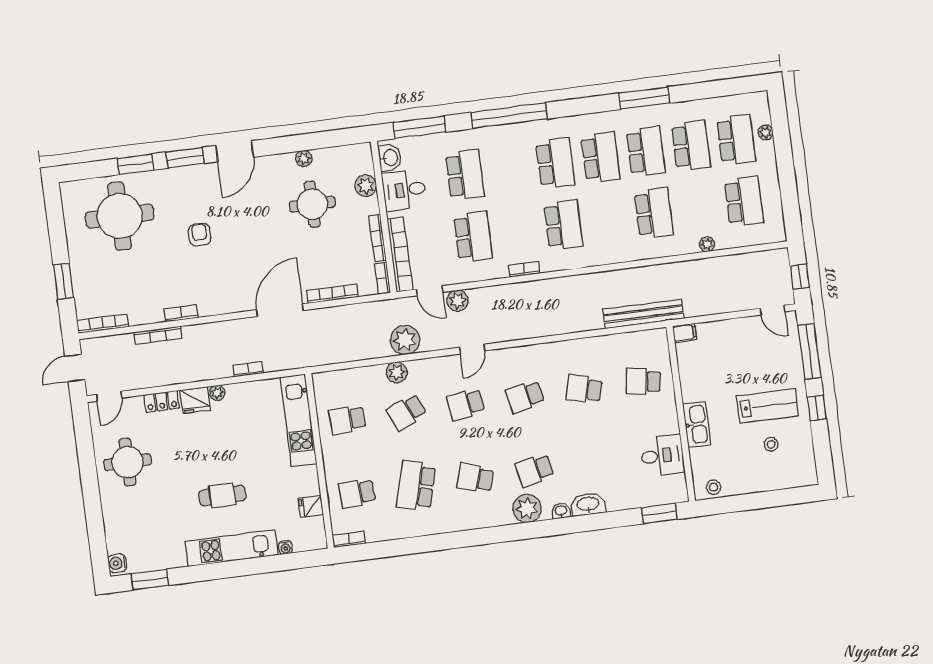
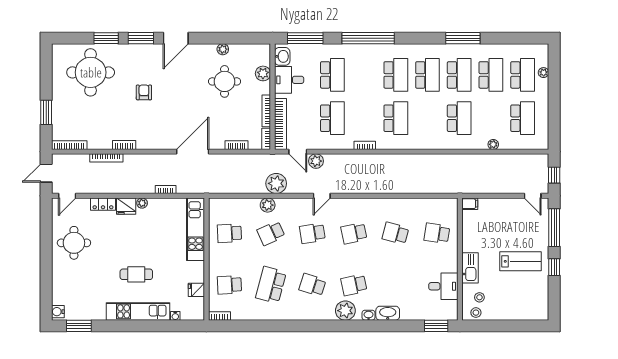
bookcase: (332, 294) -> (237, 145), width x0.64
bench: (643, 314) -> (443, 187), removed
stool: (771, 444) -> (479, 297), moved

